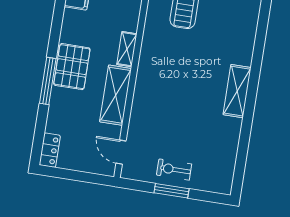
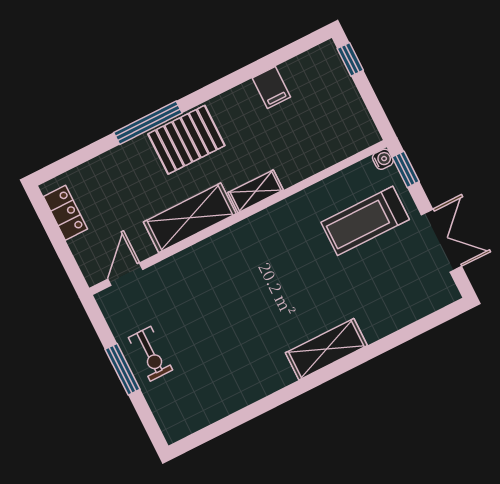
shelving: (237, 91) -> (326, 349), moved
locker: (50, 150) -> (65, 213), moved, turned -90
exercise bike: (174, 170) -> (151, 354), turned 180

